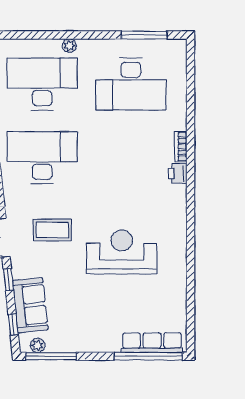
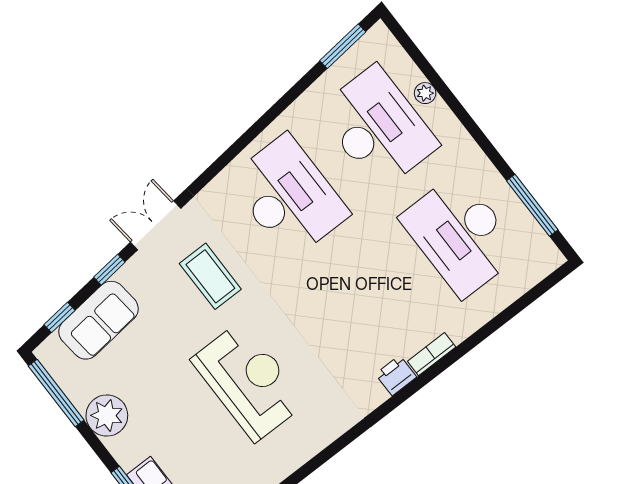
plant: (69, 46) -> (425, 93), moved
plant: (38, 345) -> (107, 416), moved, width x1.88, depth x1.88

